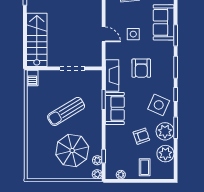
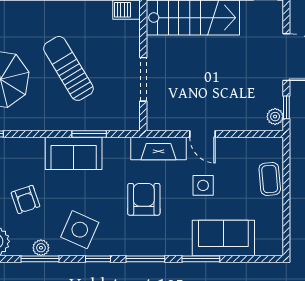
door: (104, 34) -> (202, 134), hinge flipped
armchair: (141, 68) -> (144, 199), turned 90
fireplace: (112, 75) -> (159, 148), moved
plant: (165, 131) -> (41, 248), width x0.53, depth x0.53

